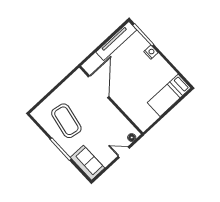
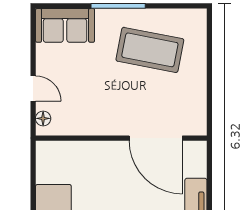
door: (124, 152) -> (33, 89), hinge flipped

